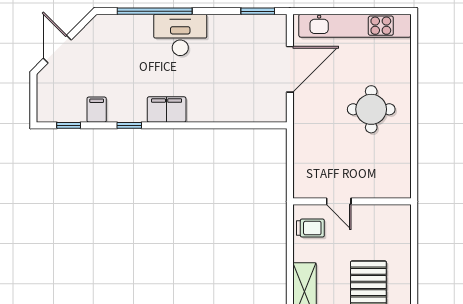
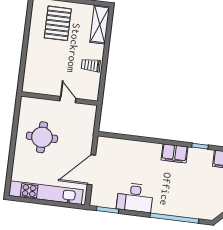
desk: (180, 35) -> (135, 198), moved
door: (339, 201) -> (68, 100), moved
wall: (352, 201) -> (59, 99), moved

